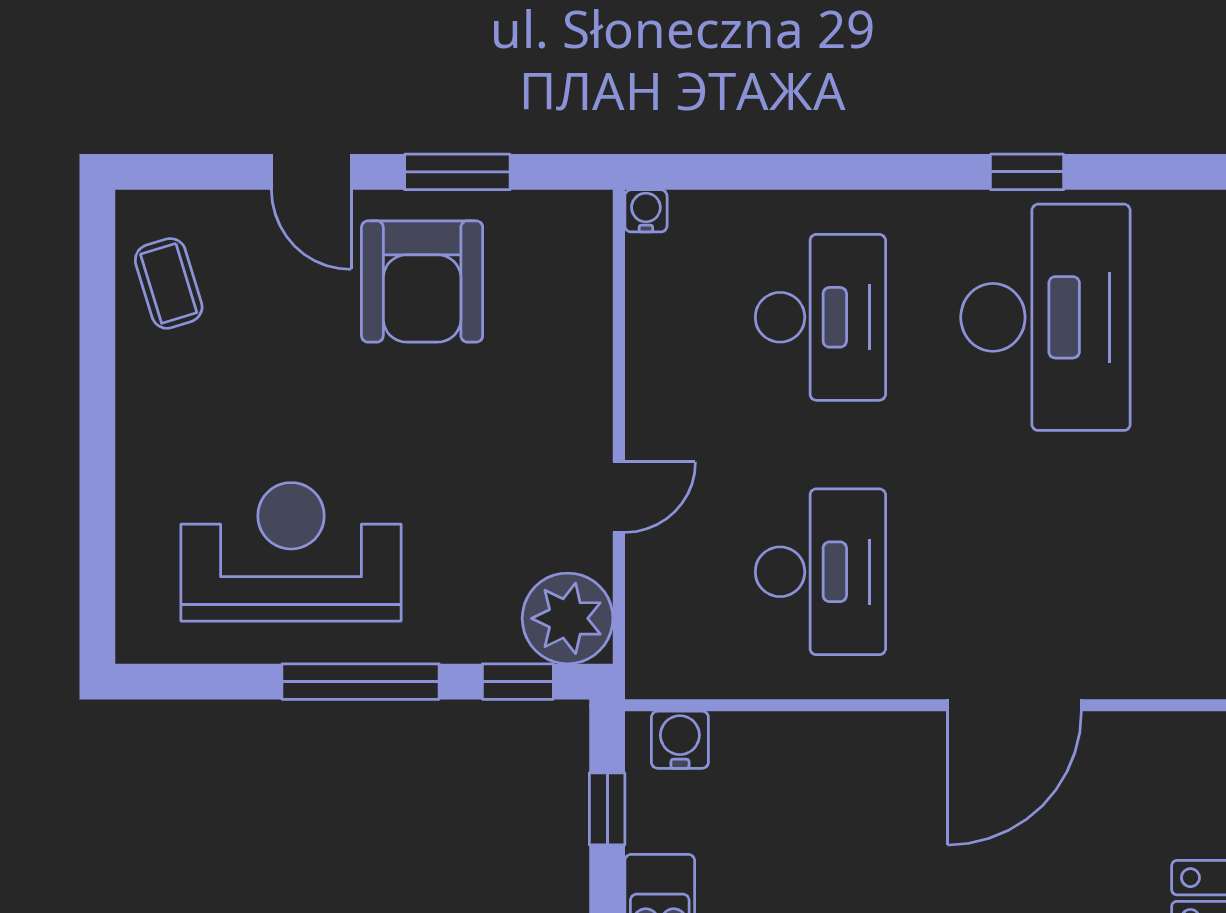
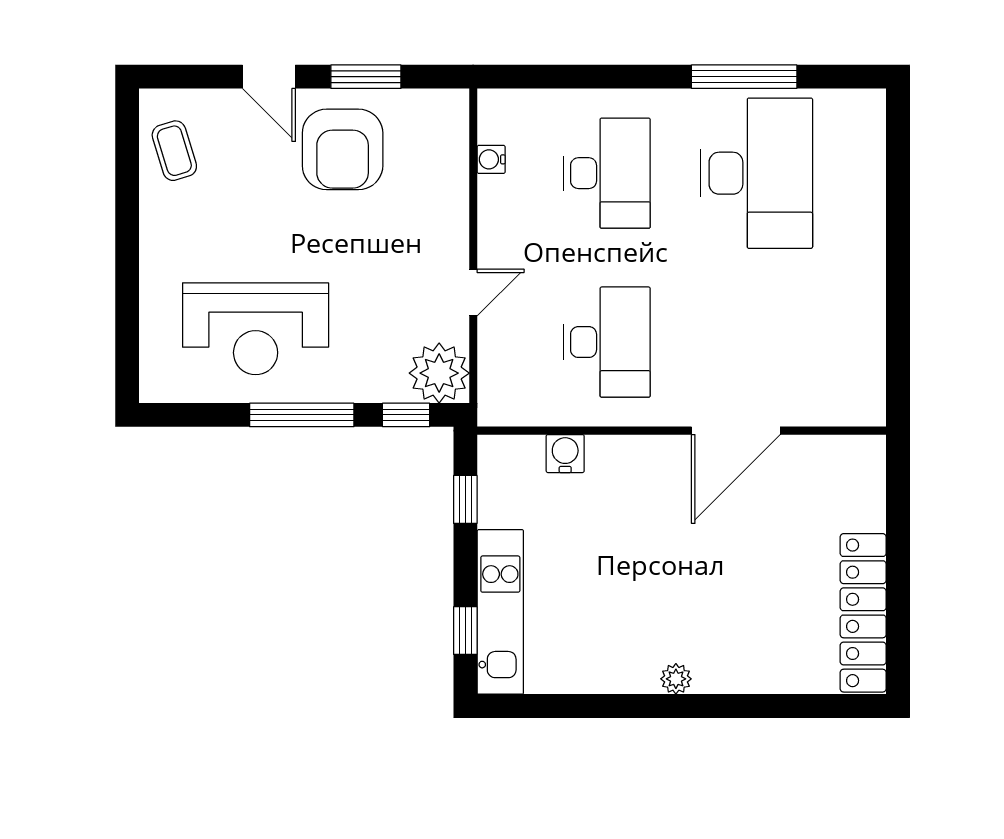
window: (1027, 172) -> (744, 77), width x2.17
water cooler: (646, 211) -> (491, 159), moved, turned -90
reception desk: (291, 552) -> (256, 329), turned 180
water cooler: (680, 740) -> (565, 454), moved

